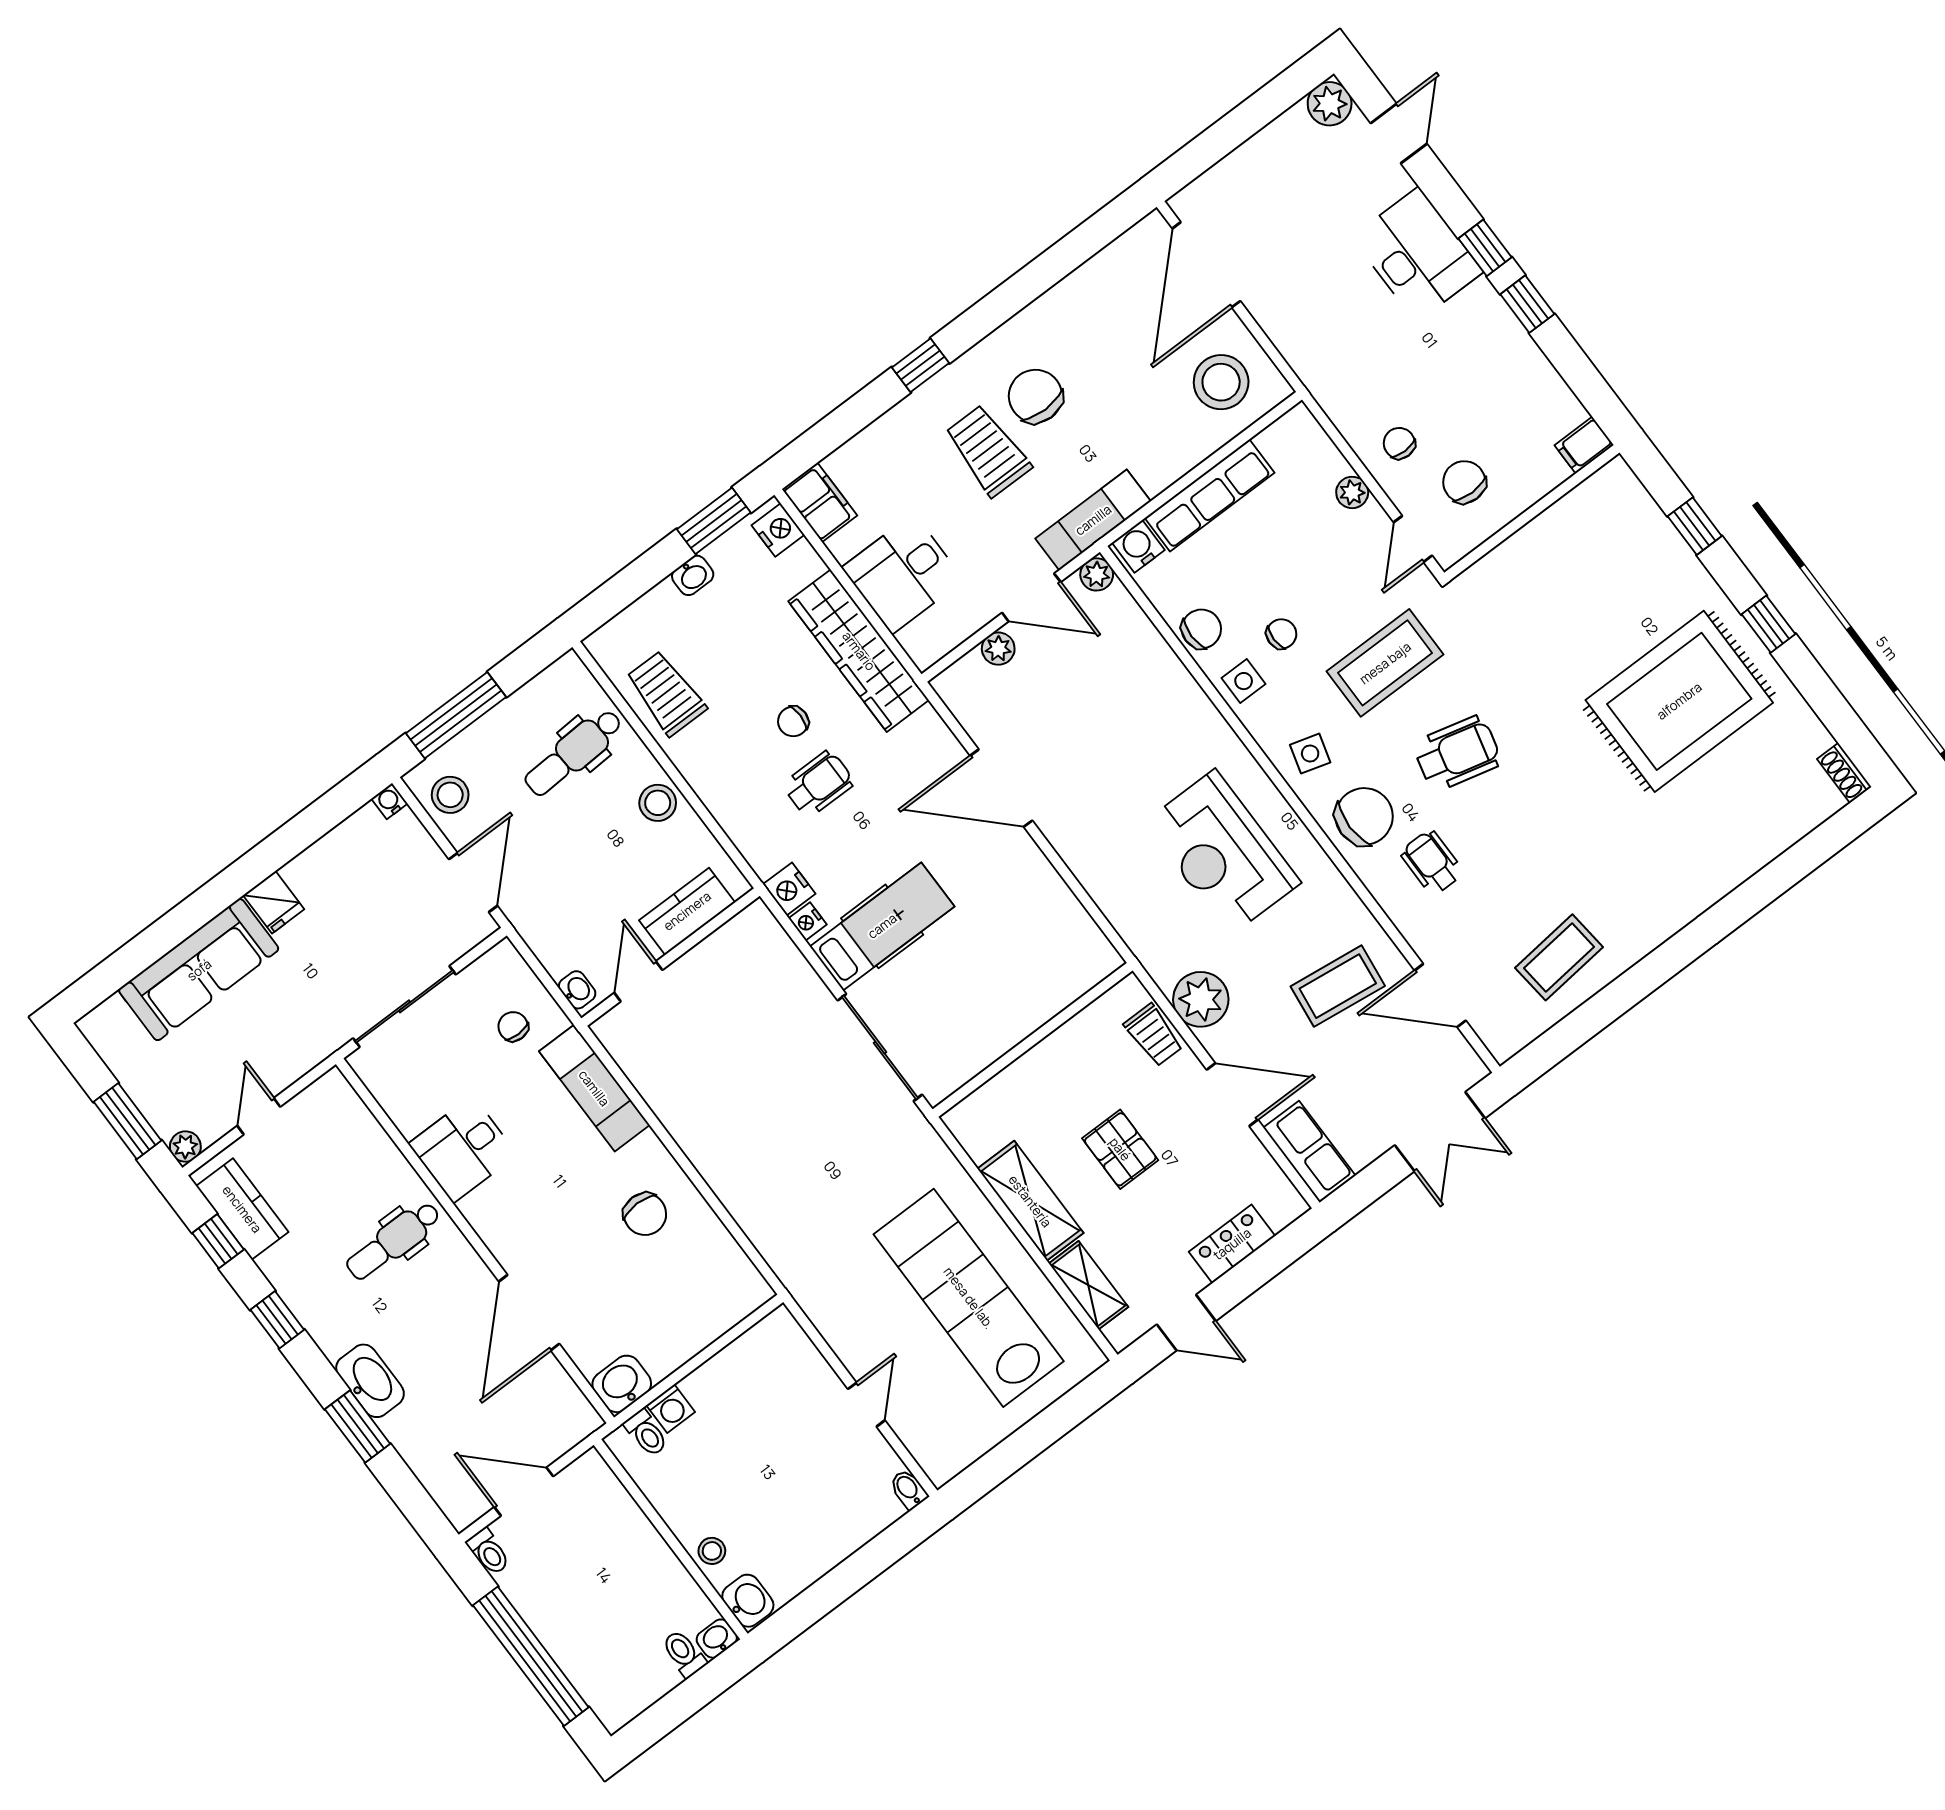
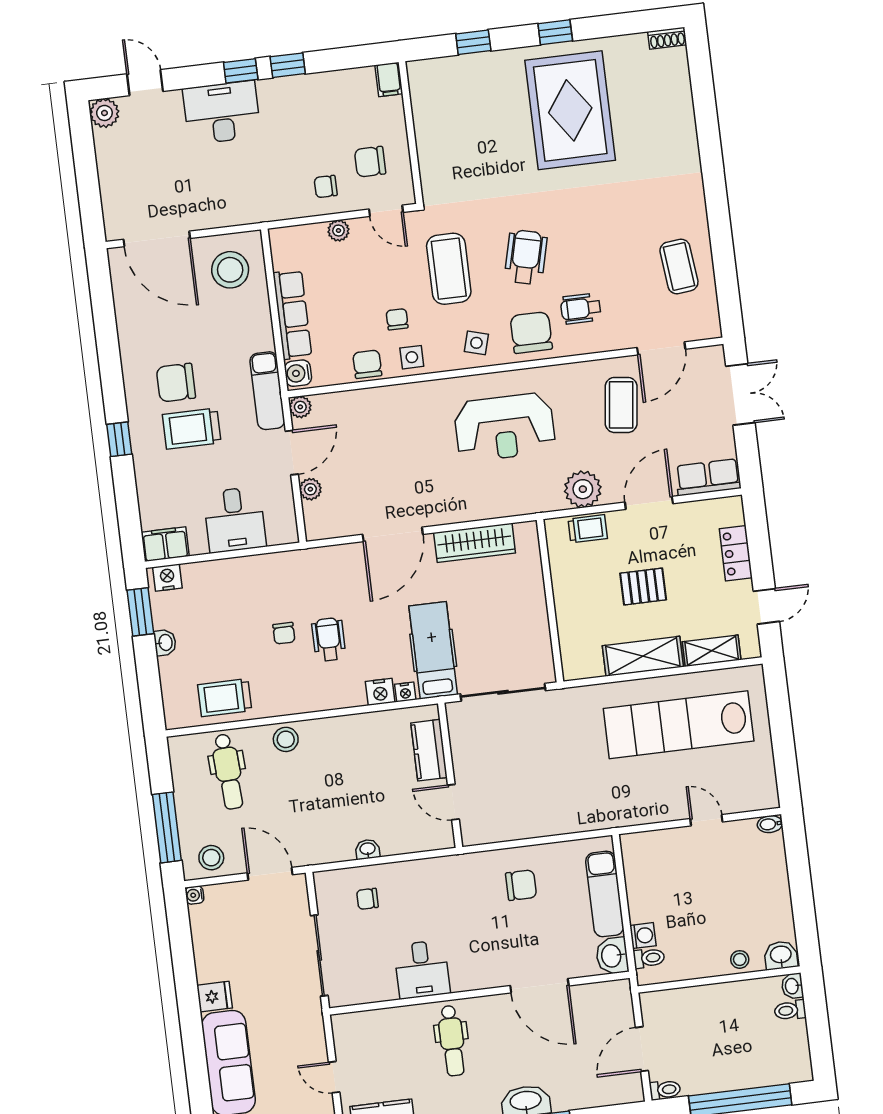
wardrobe: (859, 651) -> (475, 543), moved, width x0.71, depth x0.85
kitchen counter: (687, 911) -> (429, 750), moved
wall: (671, 957) -> (450, 775), moved
door: (638, 981) -> (453, 802), moved
exam couch: (594, 1088) -> (605, 894), moved, turned 90

